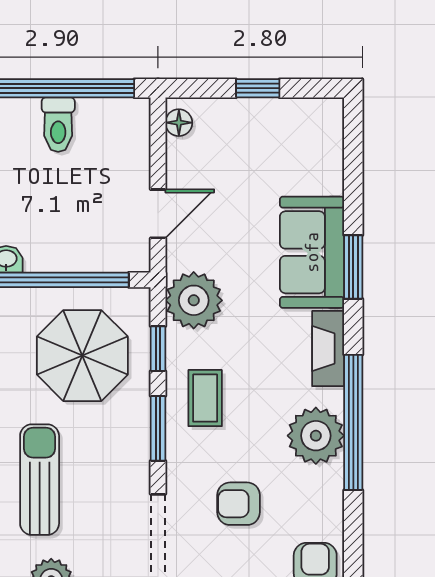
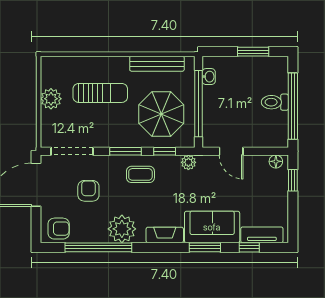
window: (258, 88) -> (293, 180), moved
tv unit: (328, 151) -> (262, 235), added
window: (353, 177) -> (249, 247), added
plant: (194, 300) -> (188, 162), width x0.53, depth x0.53
window: (353, 422) -> (98, 247), moved

